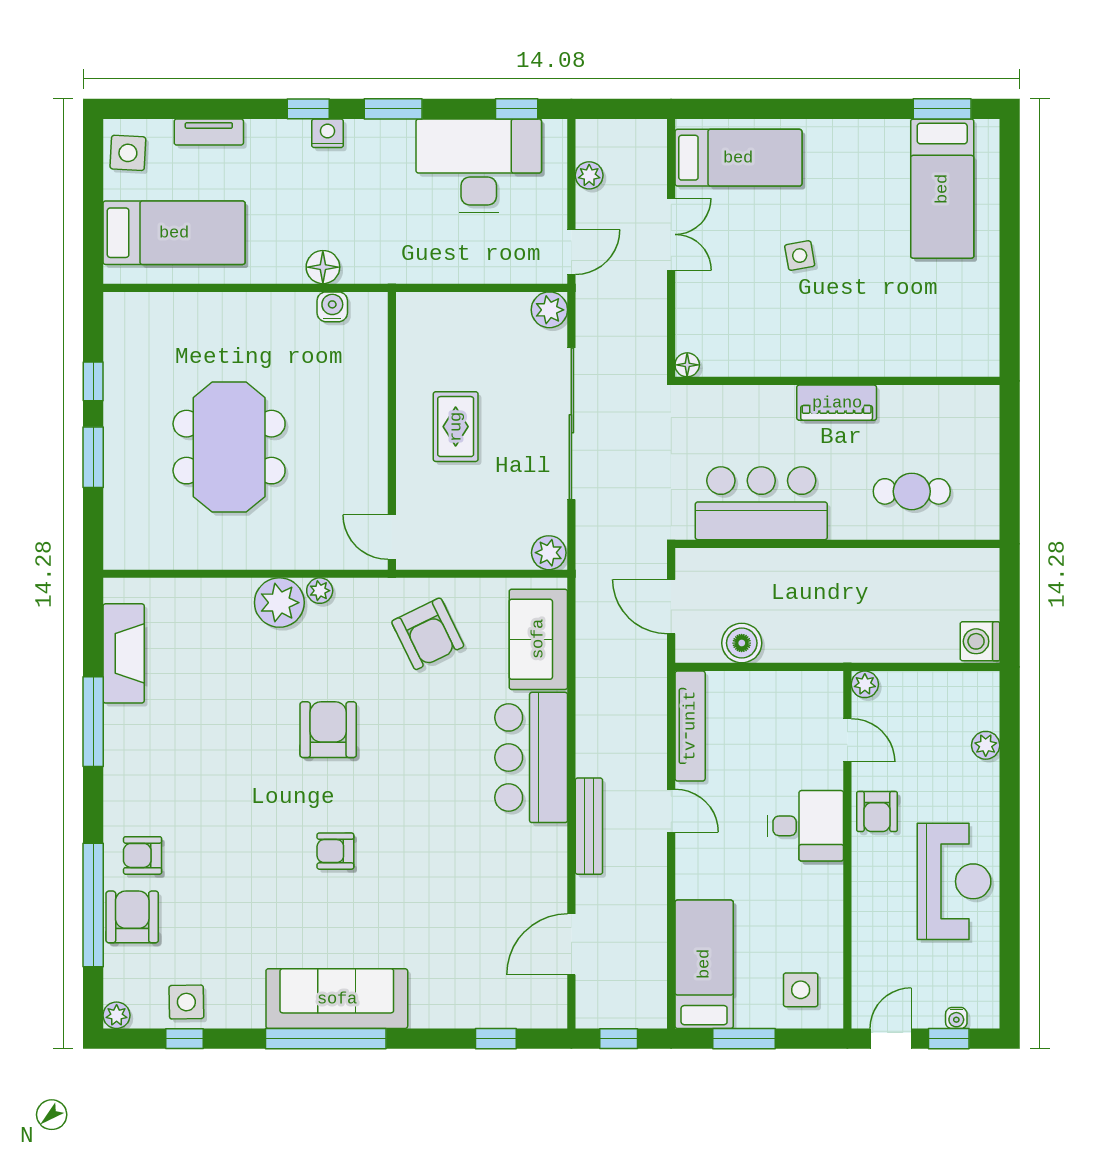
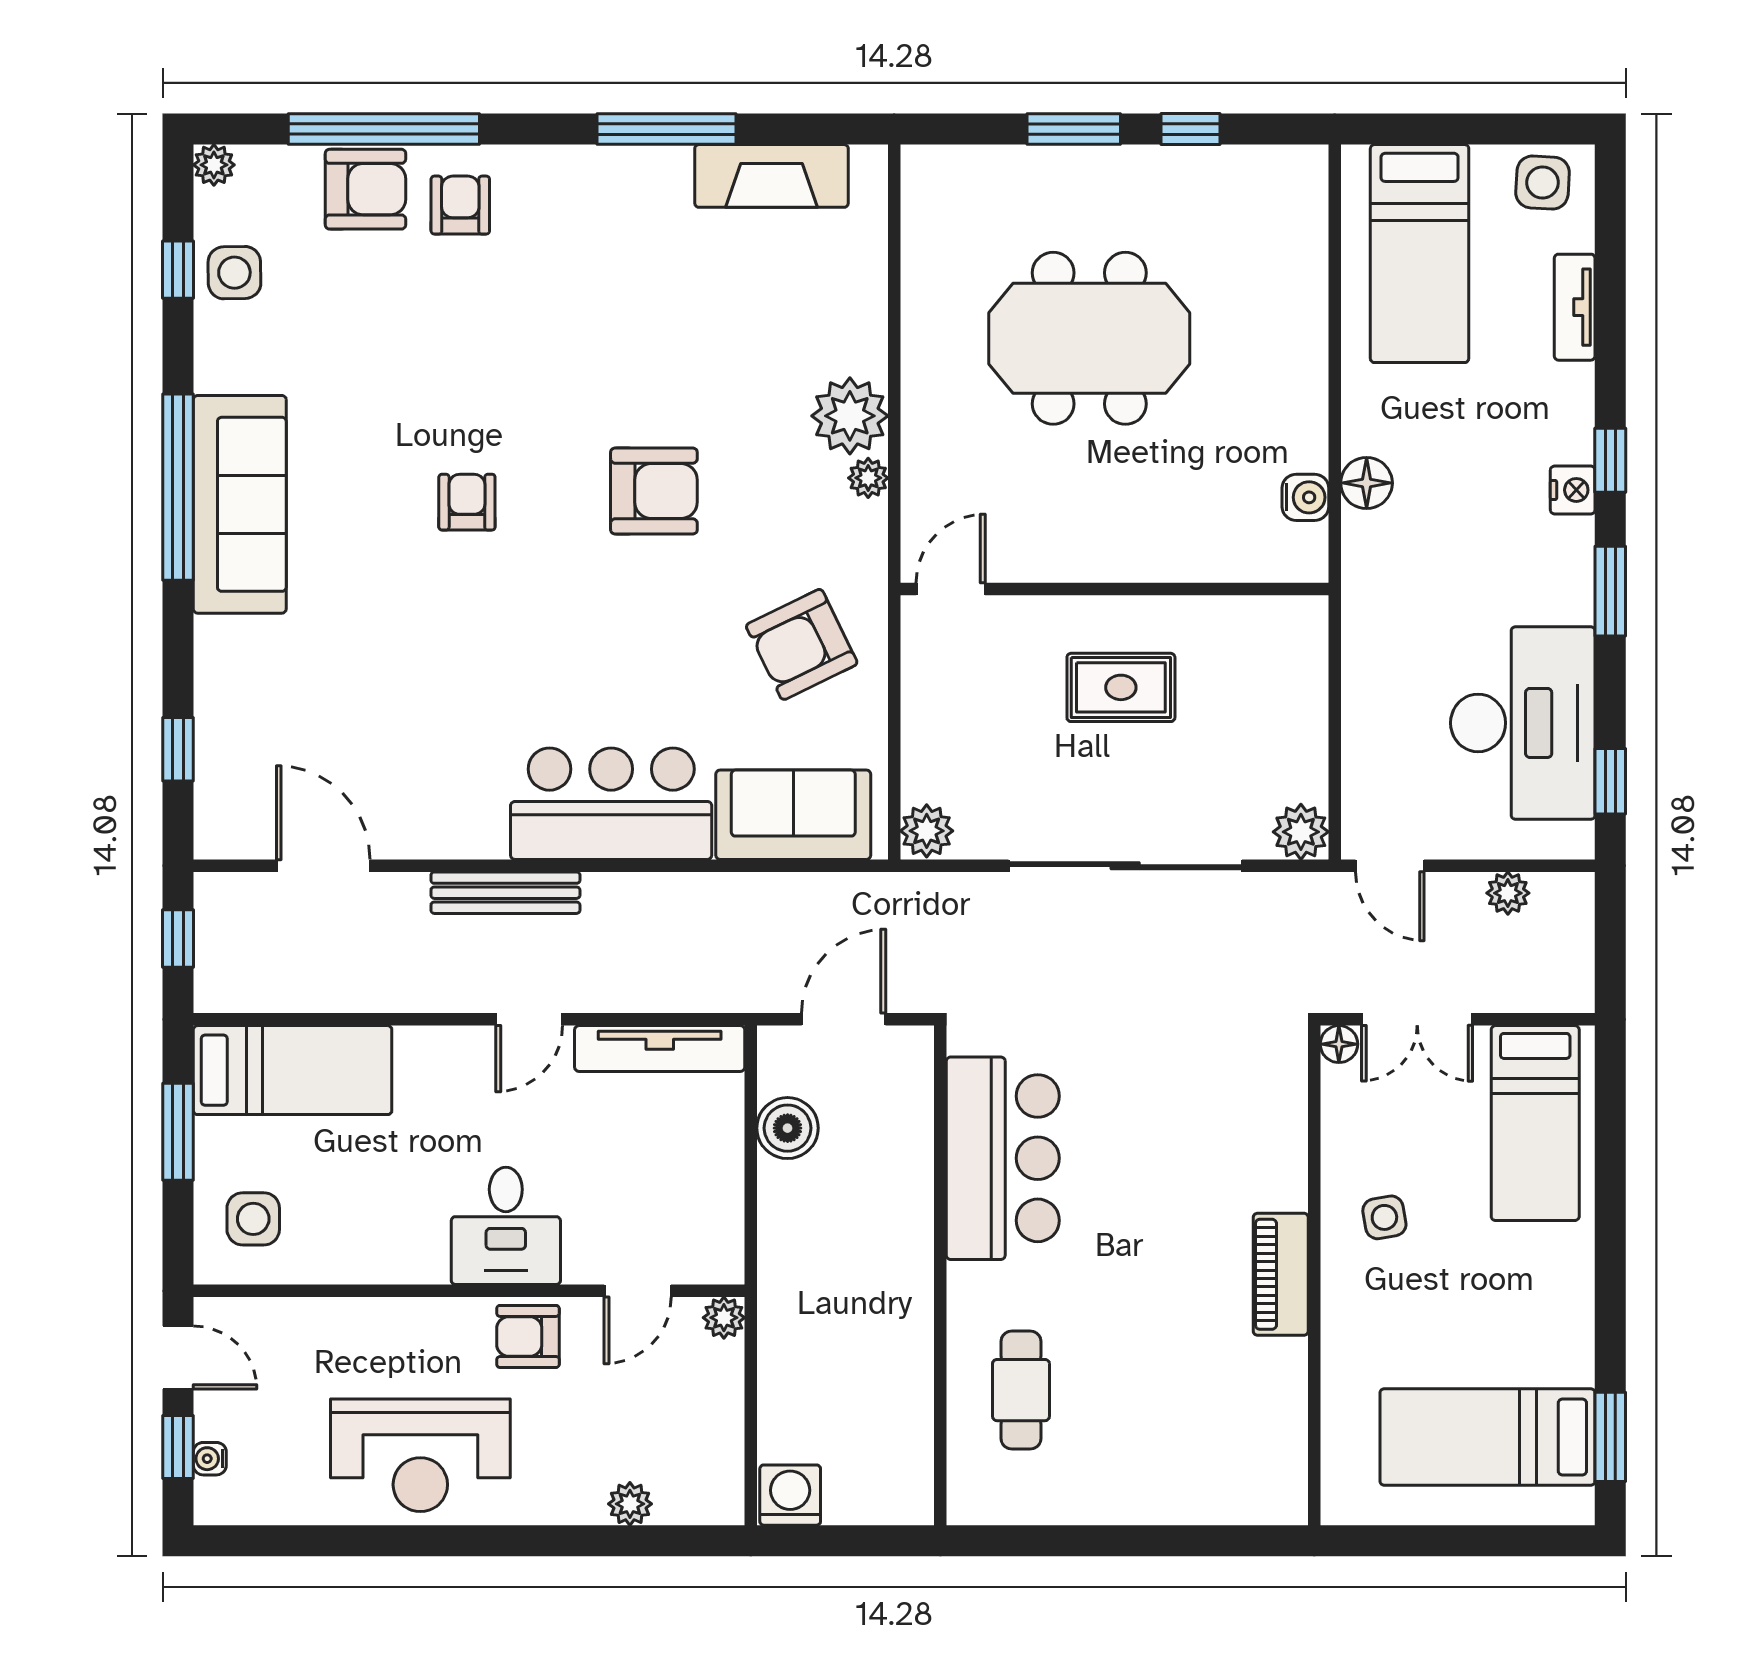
floor lamp: (687, 365) -> (1339, 1044), moved
wall: (837, 381) -> (1314, 1275), moved
piano: (837, 403) -> (1281, 1274), moved

